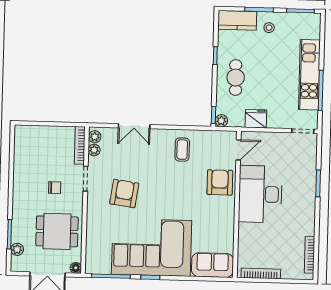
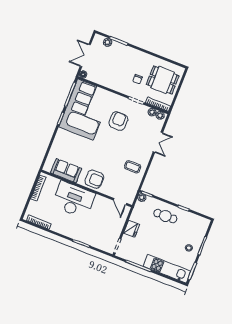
kitchen counter: (237, 20) -> (200, 230), removed
kitchen unit: (309, 75) -> (167, 269), moved
fridge: (256, 119) -> (132, 229), moved
double door: (134, 126) -> (158, 142), swing flipped
armchair: (220, 182) -> (94, 179), moved
armchair: (124, 193) -> (118, 121), turned -98
desk: (260, 194) -> (73, 200), moved
dining table: (57, 231) -> (163, 80), moved, turned 90
corner sofa: (152, 247) -> (85, 110), moved
sofa: (213, 265) -> (66, 171), moved, turned -90

